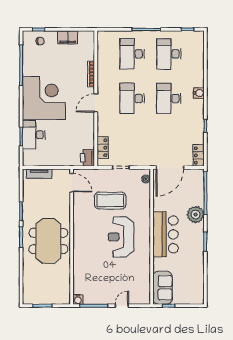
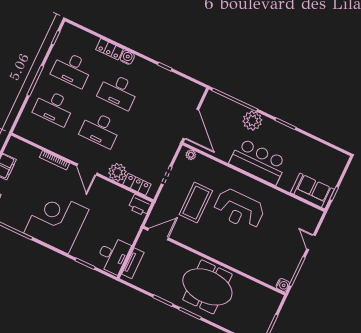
plant: (105, 128) -> (117, 172), added
desk: (34, 135) -> (113, 255), moved, turned -90
locker: (199, 155) -> (110, 49), moved

